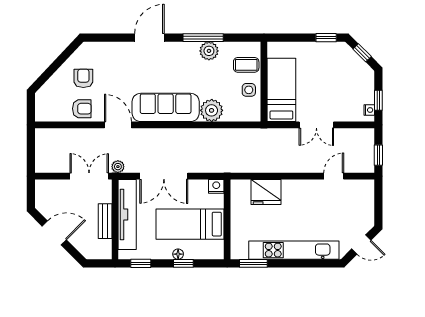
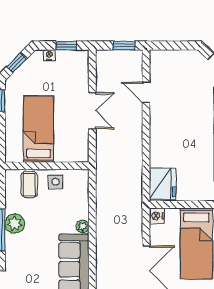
bed: (281, 90) -> (38, 129), moved, turned 90
plant: (212, 110) -> (83, 226), width x0.53, depth x0.53
nightstand: (369, 110) -> (49, 55), moved
fridge: (266, 192) -> (163, 184), moved

